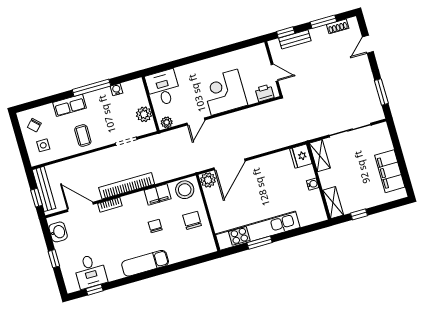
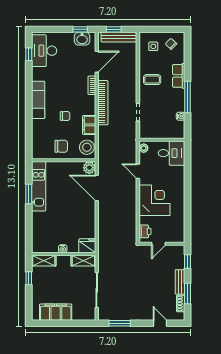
bench: (295, 39) -> (180, 282), moved
plant: (144, 114) -> (155, 132), removed
kitchen unit: (258, 231) -> (39, 186), width x0.73
window: (54, 259) -> (80, 29), moved
desk: (90, 271) -> (44, 51), width x1.37

